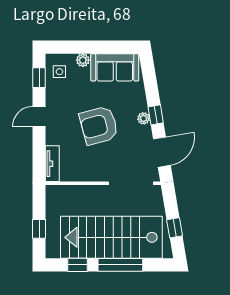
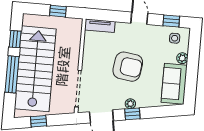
armchair: (99, 125) -> (128, 67), turned 113
window: (39, 229) -> (58, 11), moved

